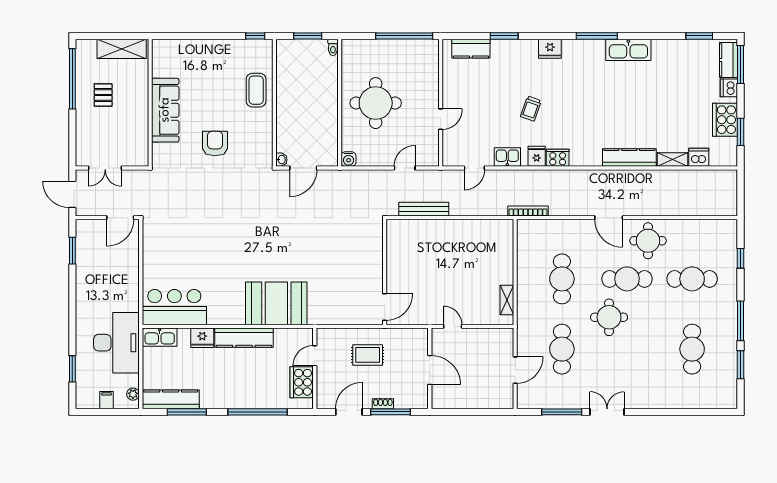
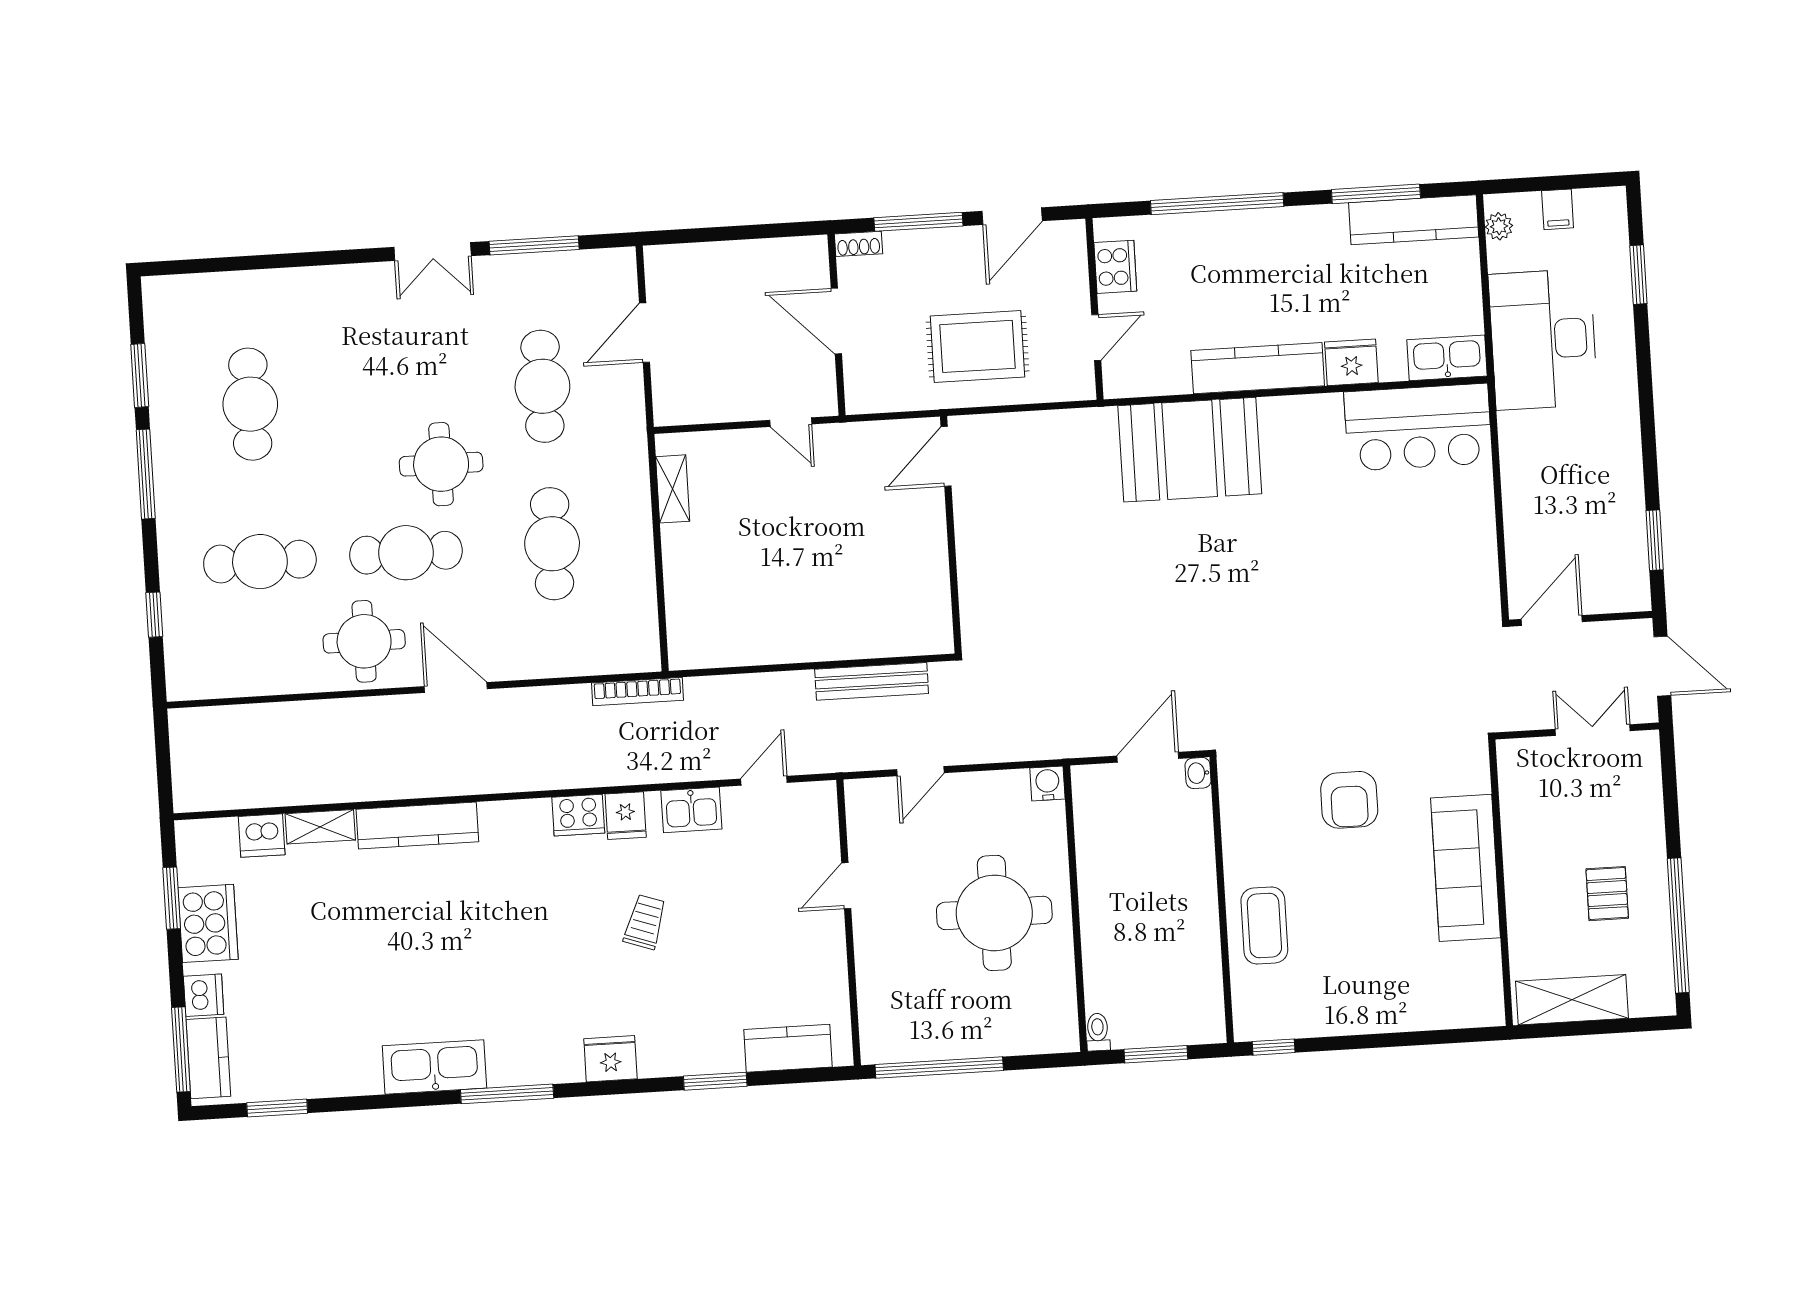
rug: (368, 355) -> (978, 346), width x1.36, depth x1.43
cooker: (302, 382) -> (1115, 267), width x0.73, depth x0.76
shoe rack: (383, 404) -> (859, 244), moved

